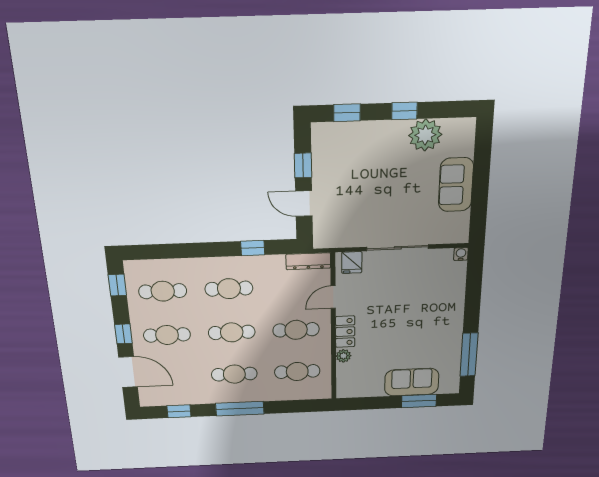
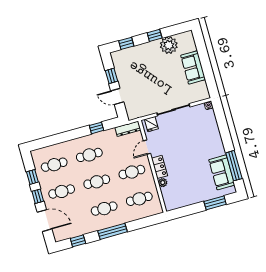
window: (117, 285) -> (32, 177), moved
sofa: (412, 382) -> (222, 172), moved, turned -90

